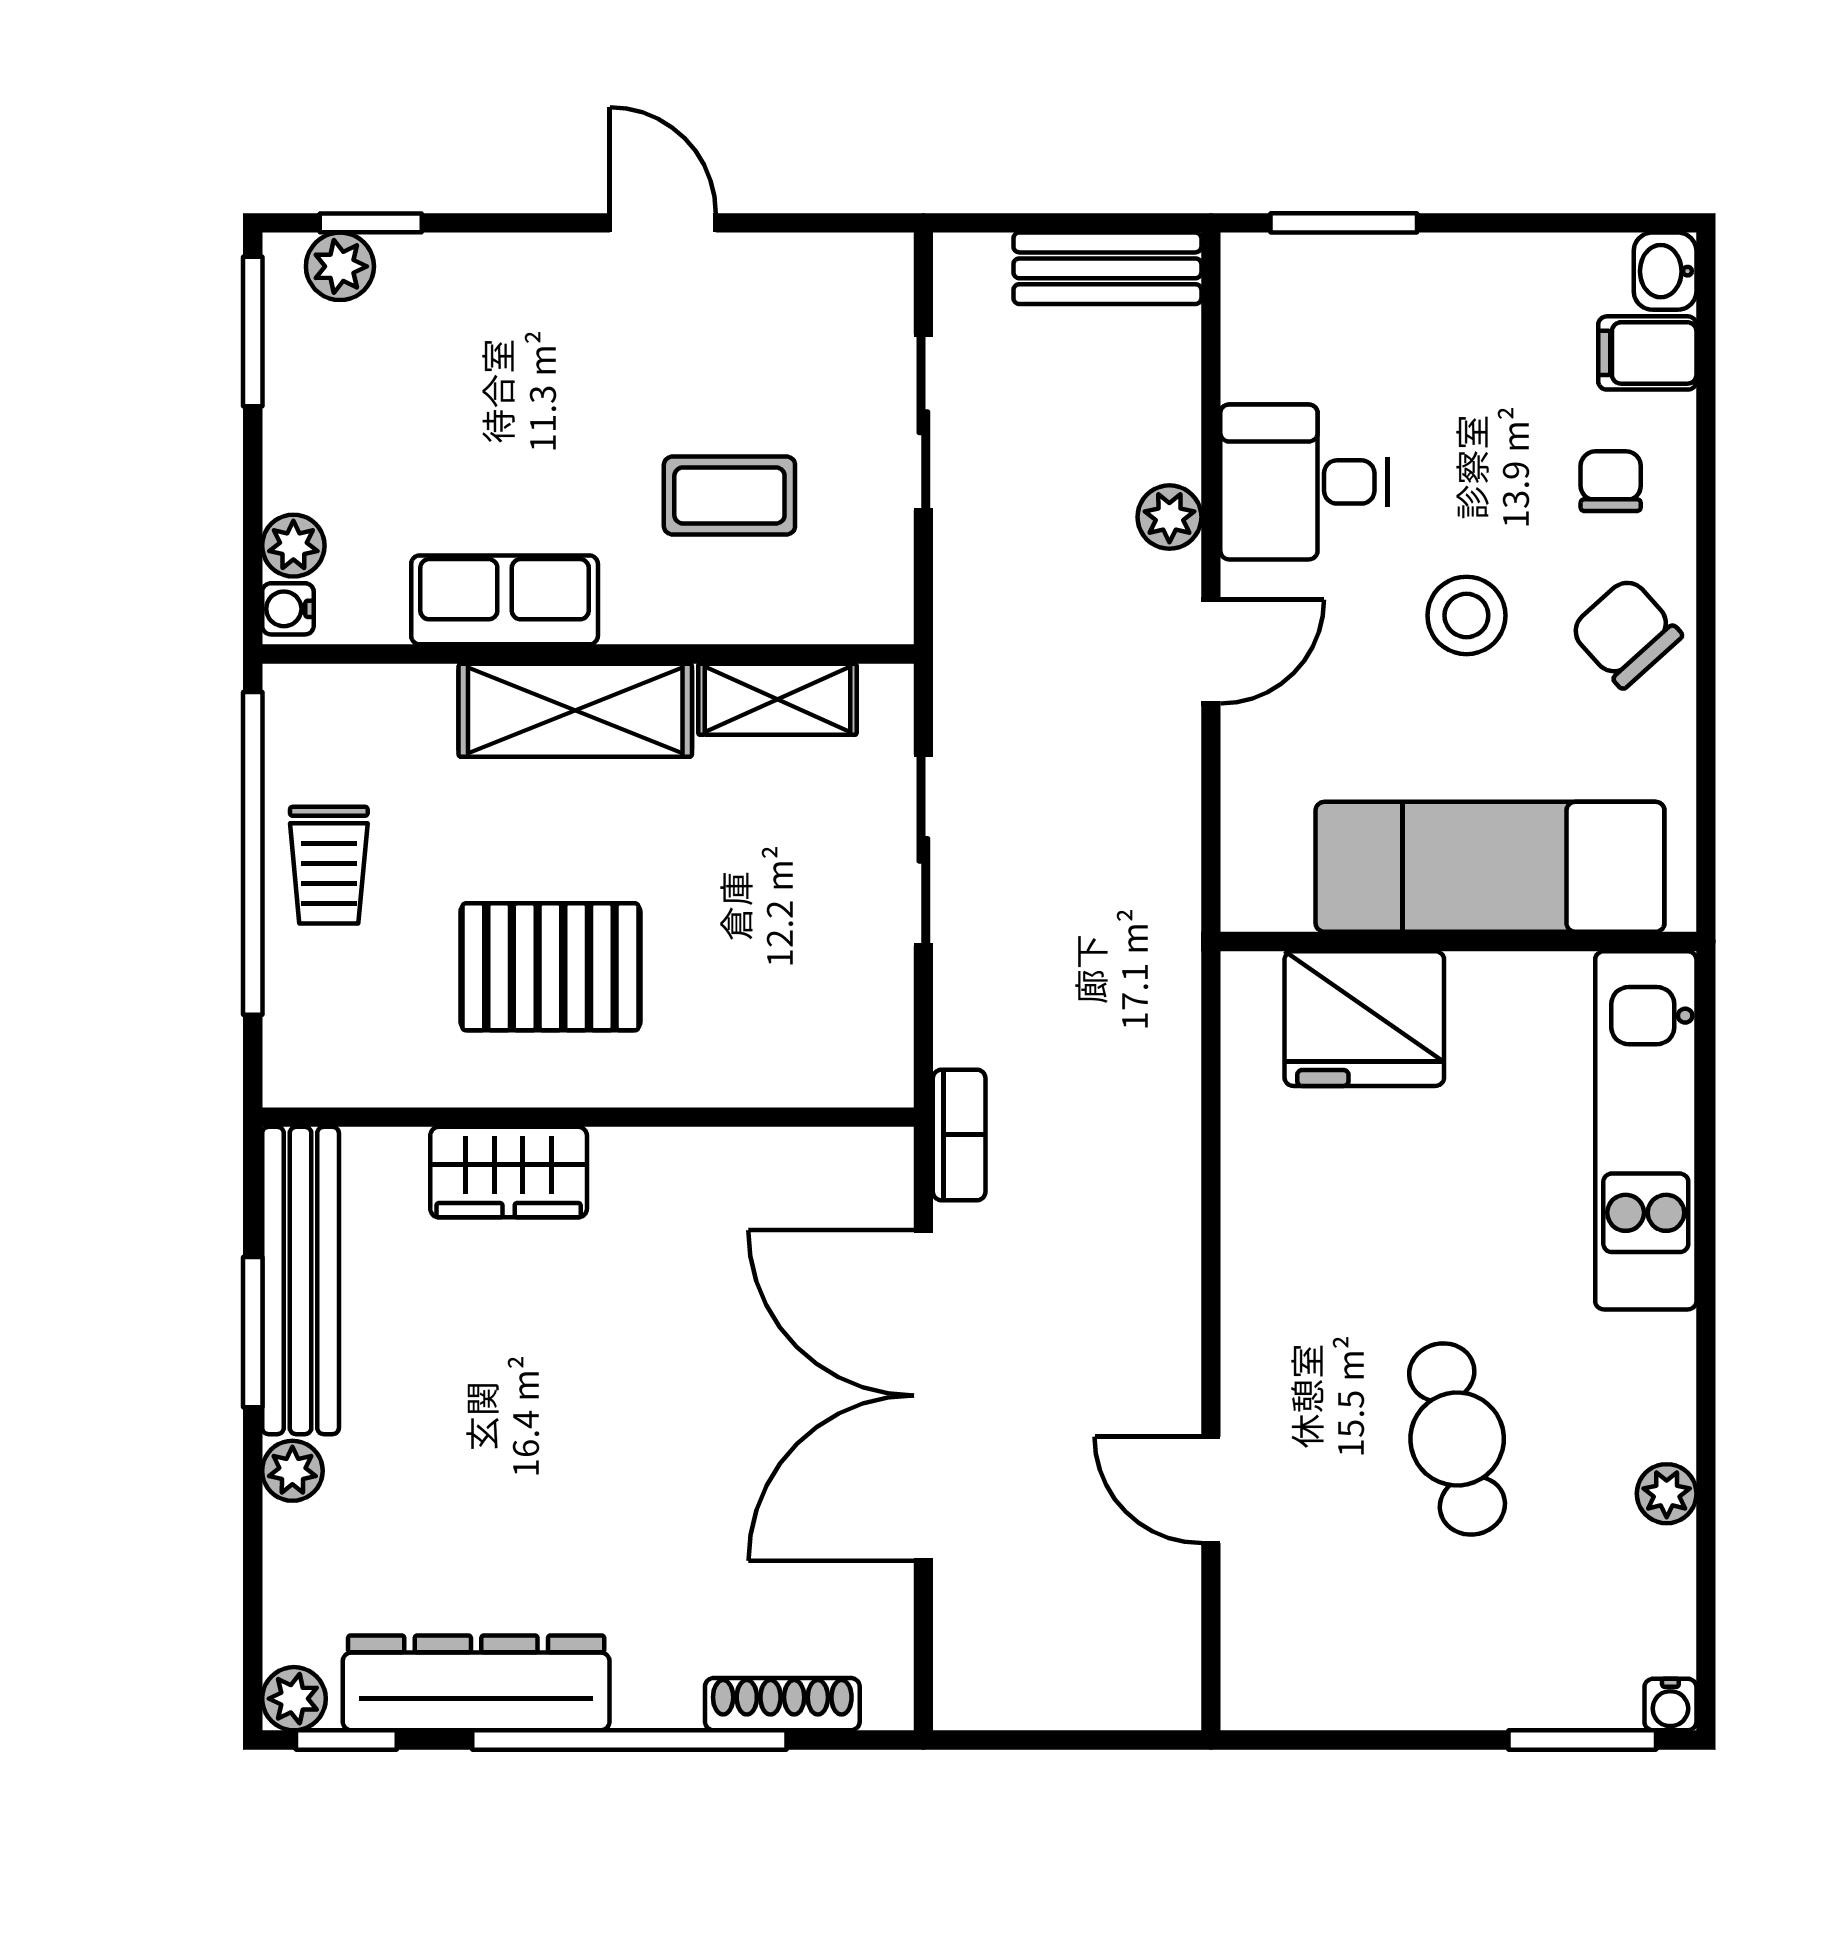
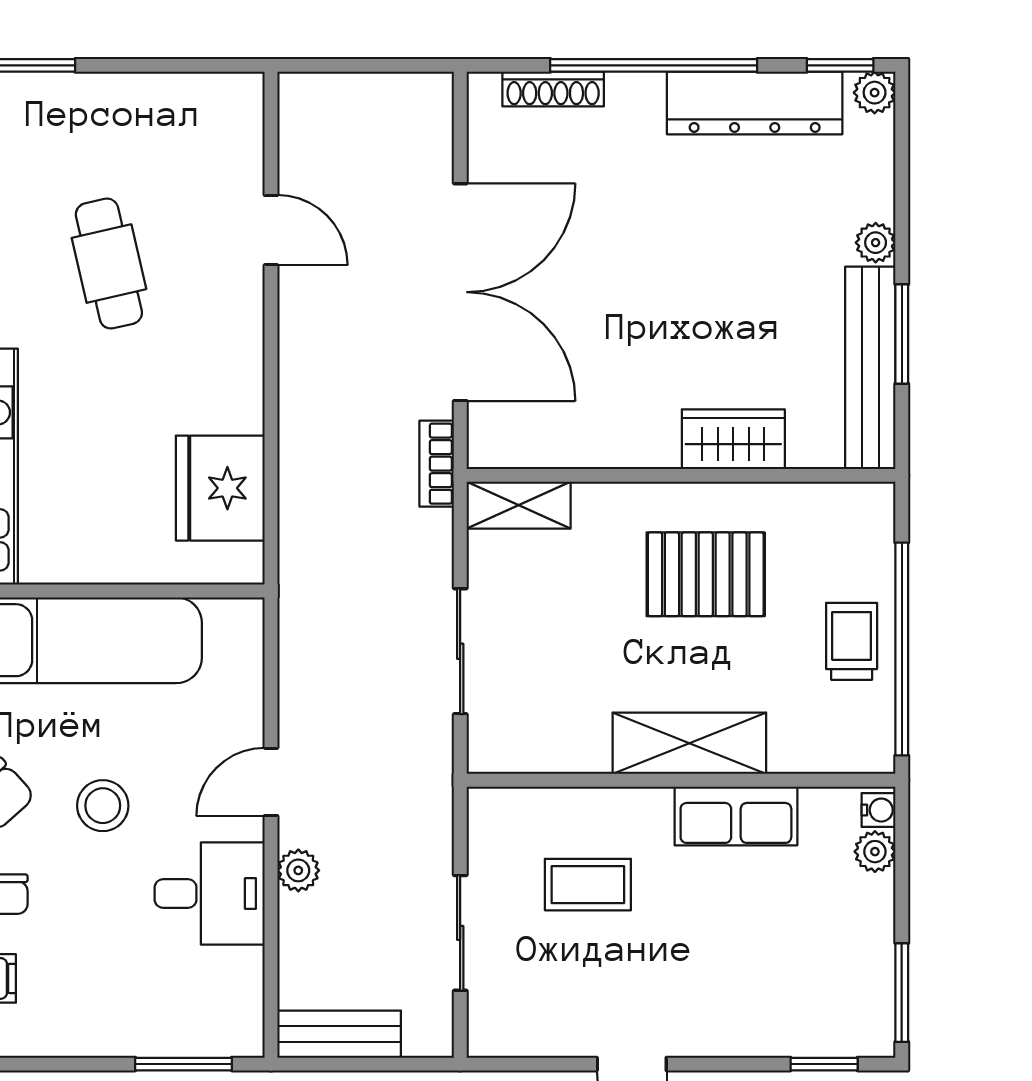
plant: (340, 266) -> (844, 1035), removed
shelving: (777, 699) -> (519, 505), moved
fridge: (1364, 1019) -> (220, 488), moved, turned -90

